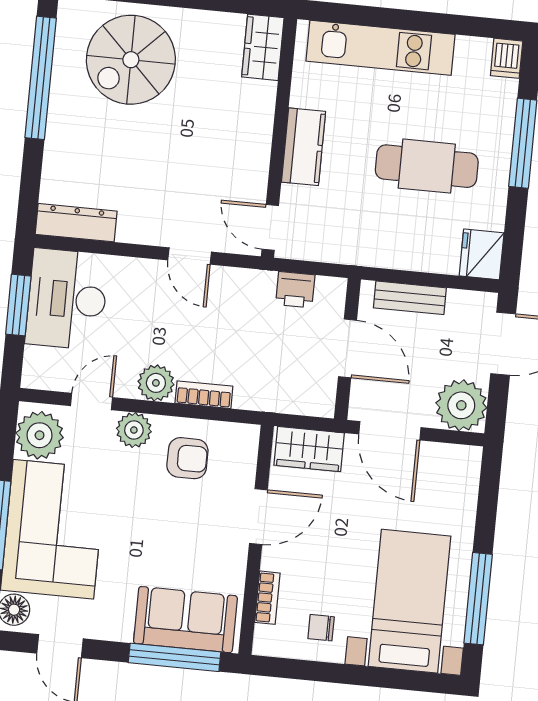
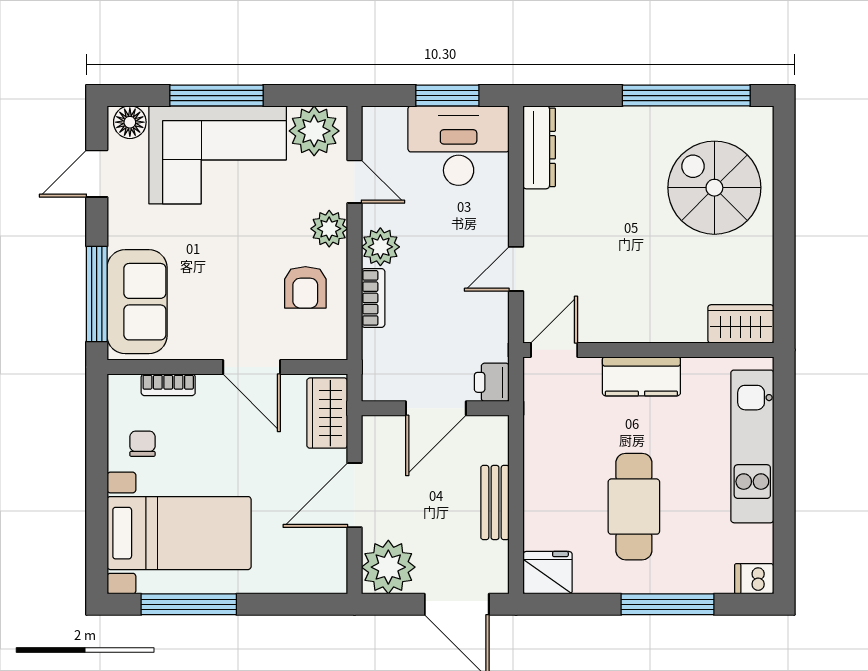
door: (347, 348) -> (436, 408), moved
wall: (347, 349) -> (435, 408), moved

